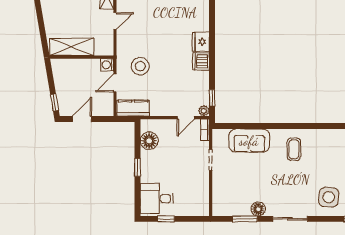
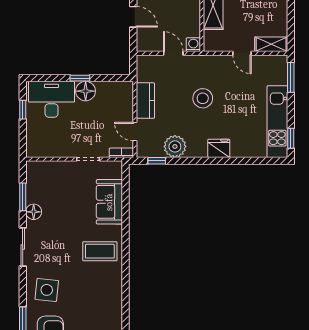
dishwasher: (201, 61) -> (197, 148), removed
stool: (140, 66) -> (203, 98), moved
kitchen counter: (133, 108) -> (145, 101), moved
plant: (204, 111) -> (175, 146), moved, width x1.88, depth x1.88
floor lamp: (149, 141) -> (86, 91), moved
coffee table: (294, 149) -> (100, 251), width x1.36, depth x1.30
desk: (157, 199) -> (52, 99), width x1.37

